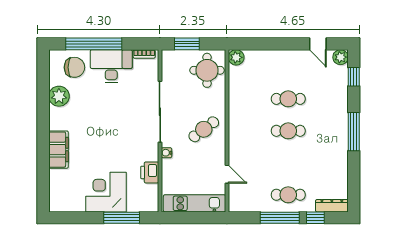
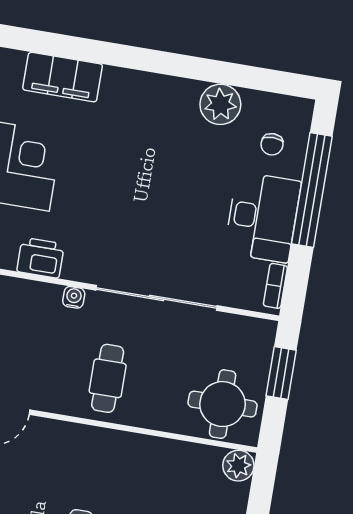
chair: (74, 67) -> (272, 144), width x0.54, depth x0.54
cafe table: (204, 129) -> (108, 378), turned 37
filing cabinet: (59, 150) -> (63, 77), moved

